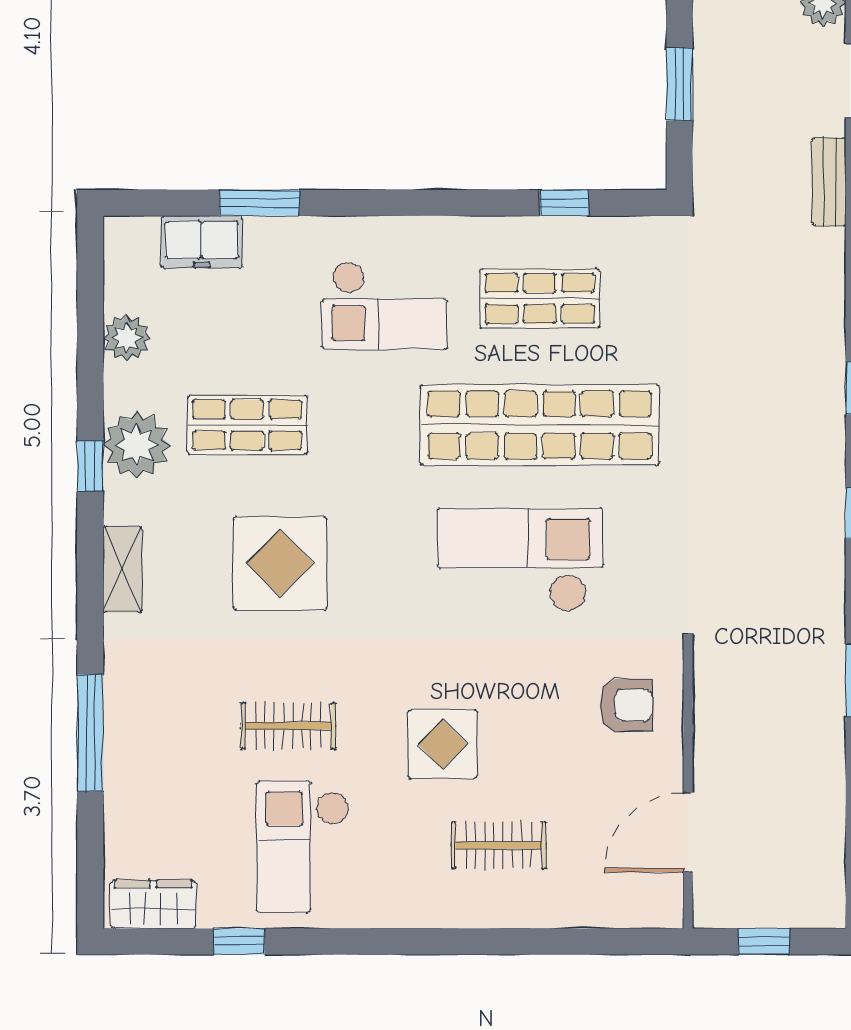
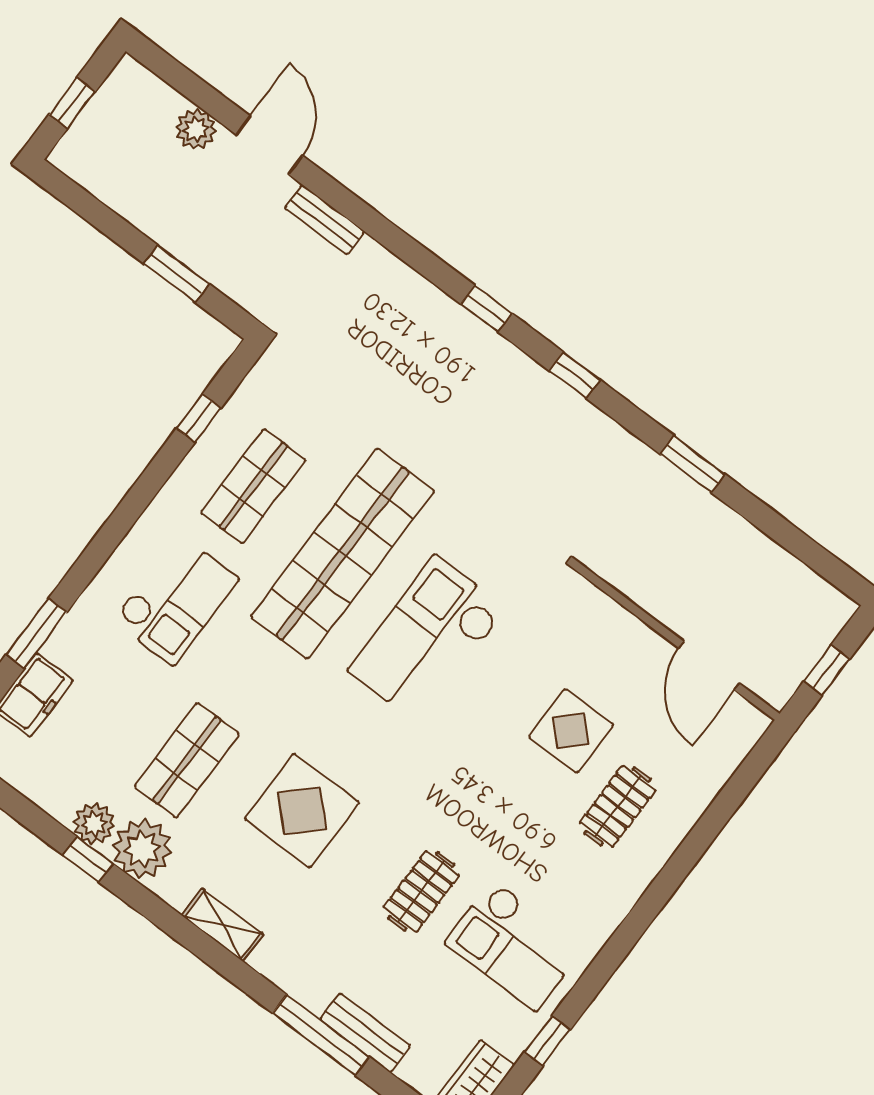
plant: (127, 338) -> (94, 824), moved
window: (90, 466) -> (88, 859), moved
armchair: (626, 705) -> (587, 642), removed
display table: (443, 744) -> (571, 731), moved
bench: (122, 771) -> (365, 1033), added

